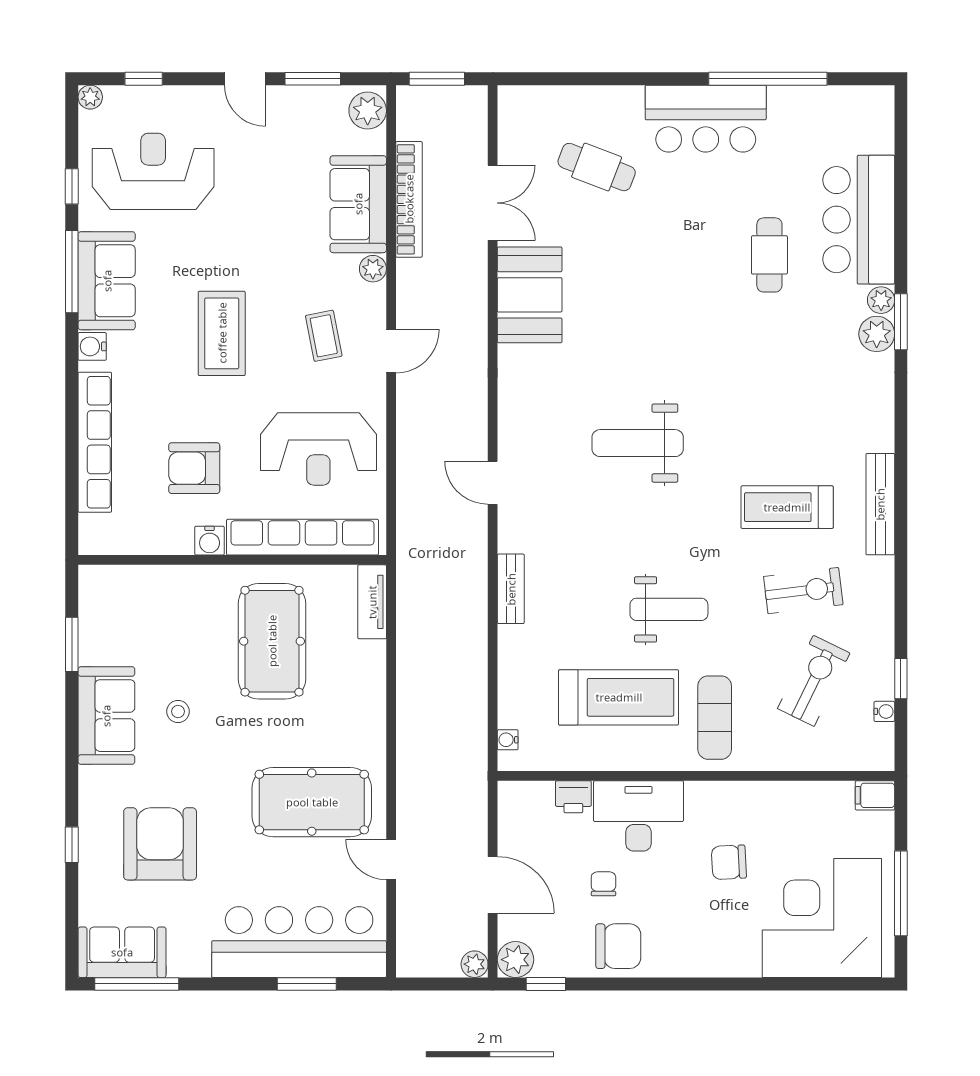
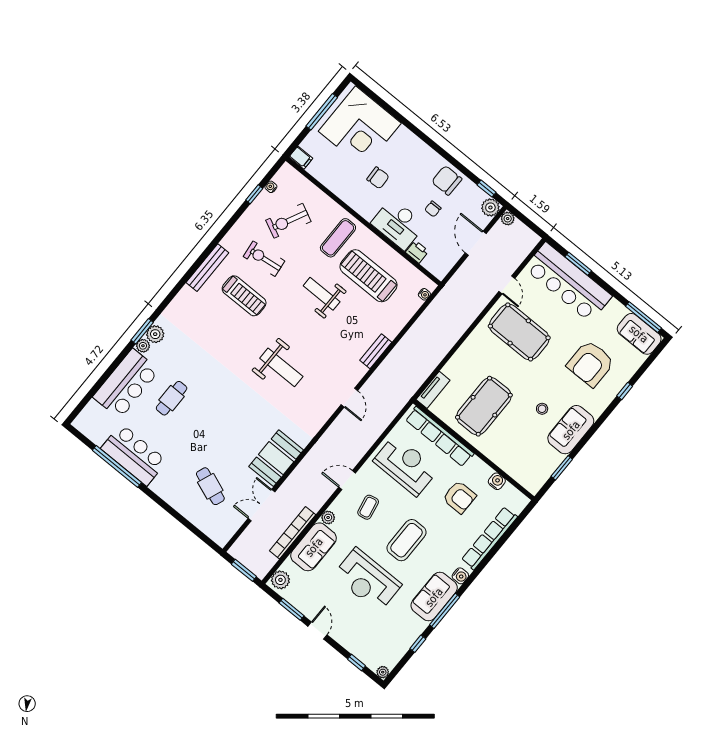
bar counter: (706, 119) -> (134, 455), moved
reception desk: (153, 171) -> (367, 580), moved
water cooler: (210, 541) -> (497, 481), moved

